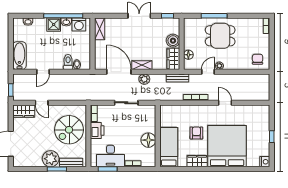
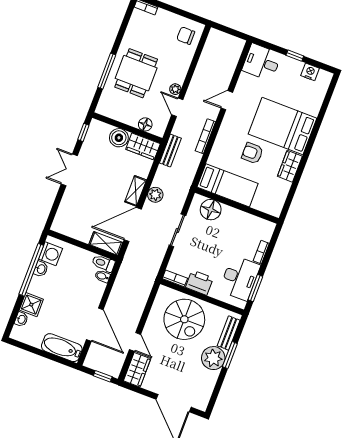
shower: (54, 25) -> (31, 305), moved
shelving: (100, 29) -> (106, 243), moved
toilet: (68, 62) -> (103, 263), moved
door: (43, 72) -> (95, 325), width x1.88
door: (42, 103) -> (135, 342), hinge flipped
desk: (259, 116) -> (262, 62), added
floor lamp: (148, 140) -> (211, 210), moved
bed: (227, 146) -> (283, 126), width x0.73
bed: (169, 147) -> (228, 185), moved, turned 180
nightstand: (265, 162) -> (310, 72), moved

